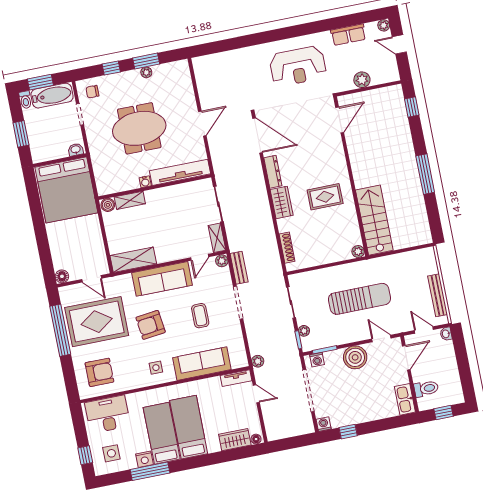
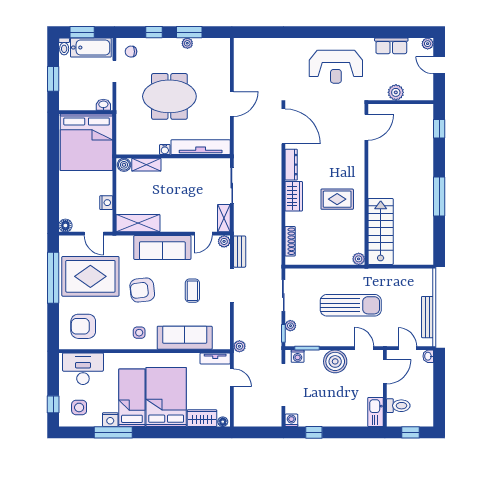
nightstand: (98, 246) -> (106, 203), added
armchair: (99, 372) -> (83, 326), turned 180
bed: (189, 427) -> (166, 397), width x1.50

